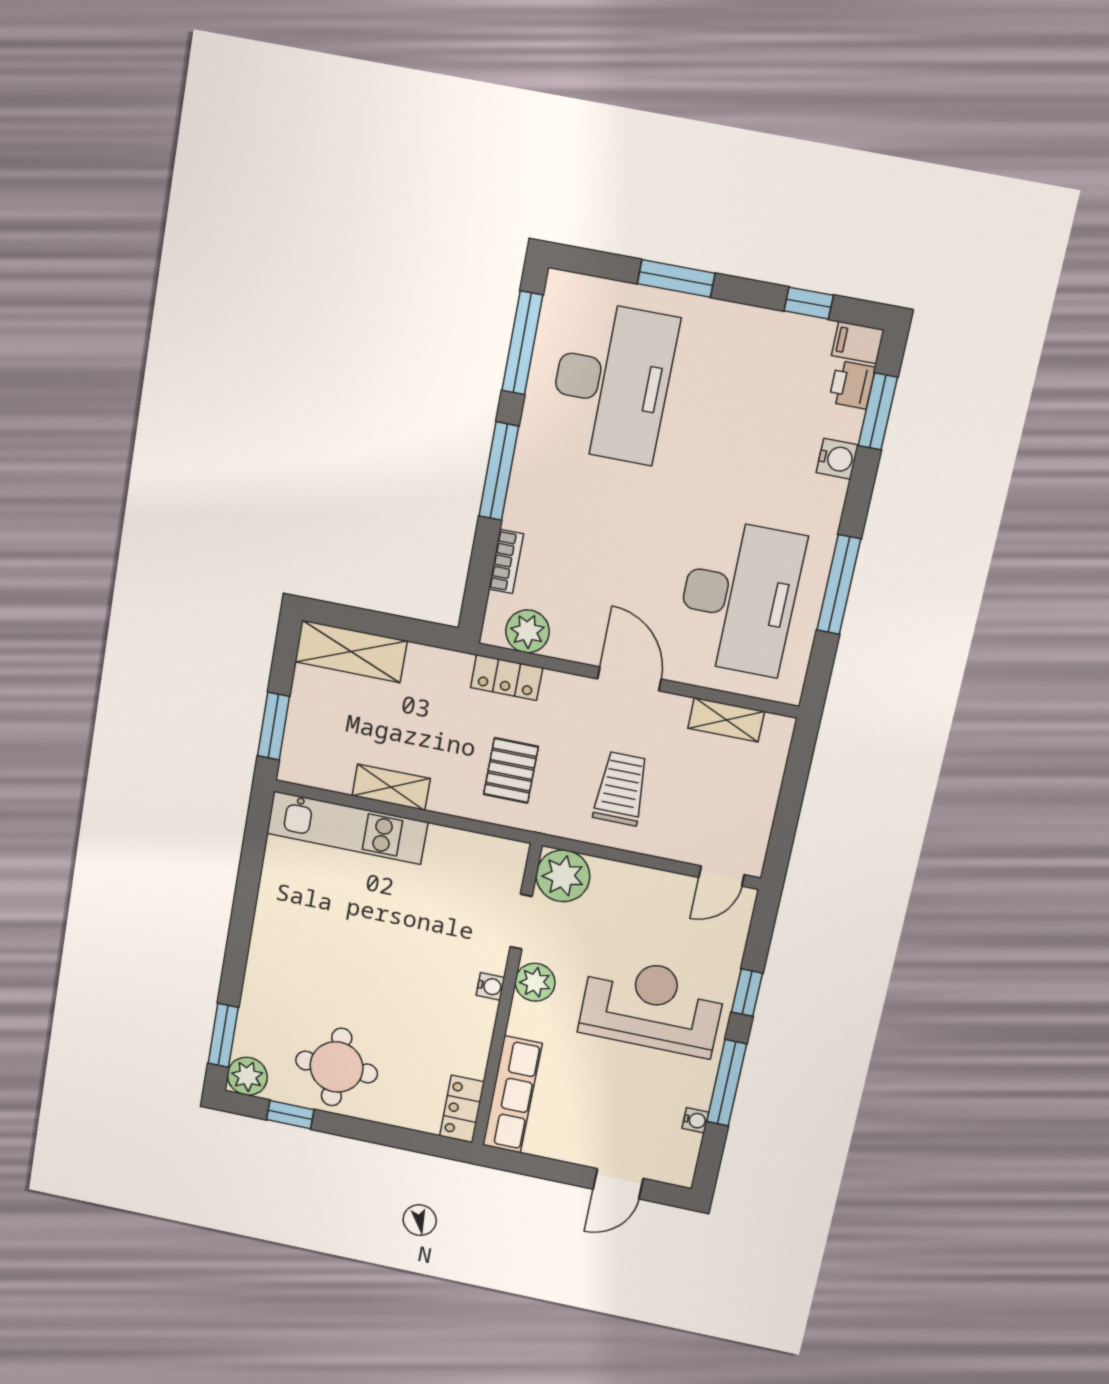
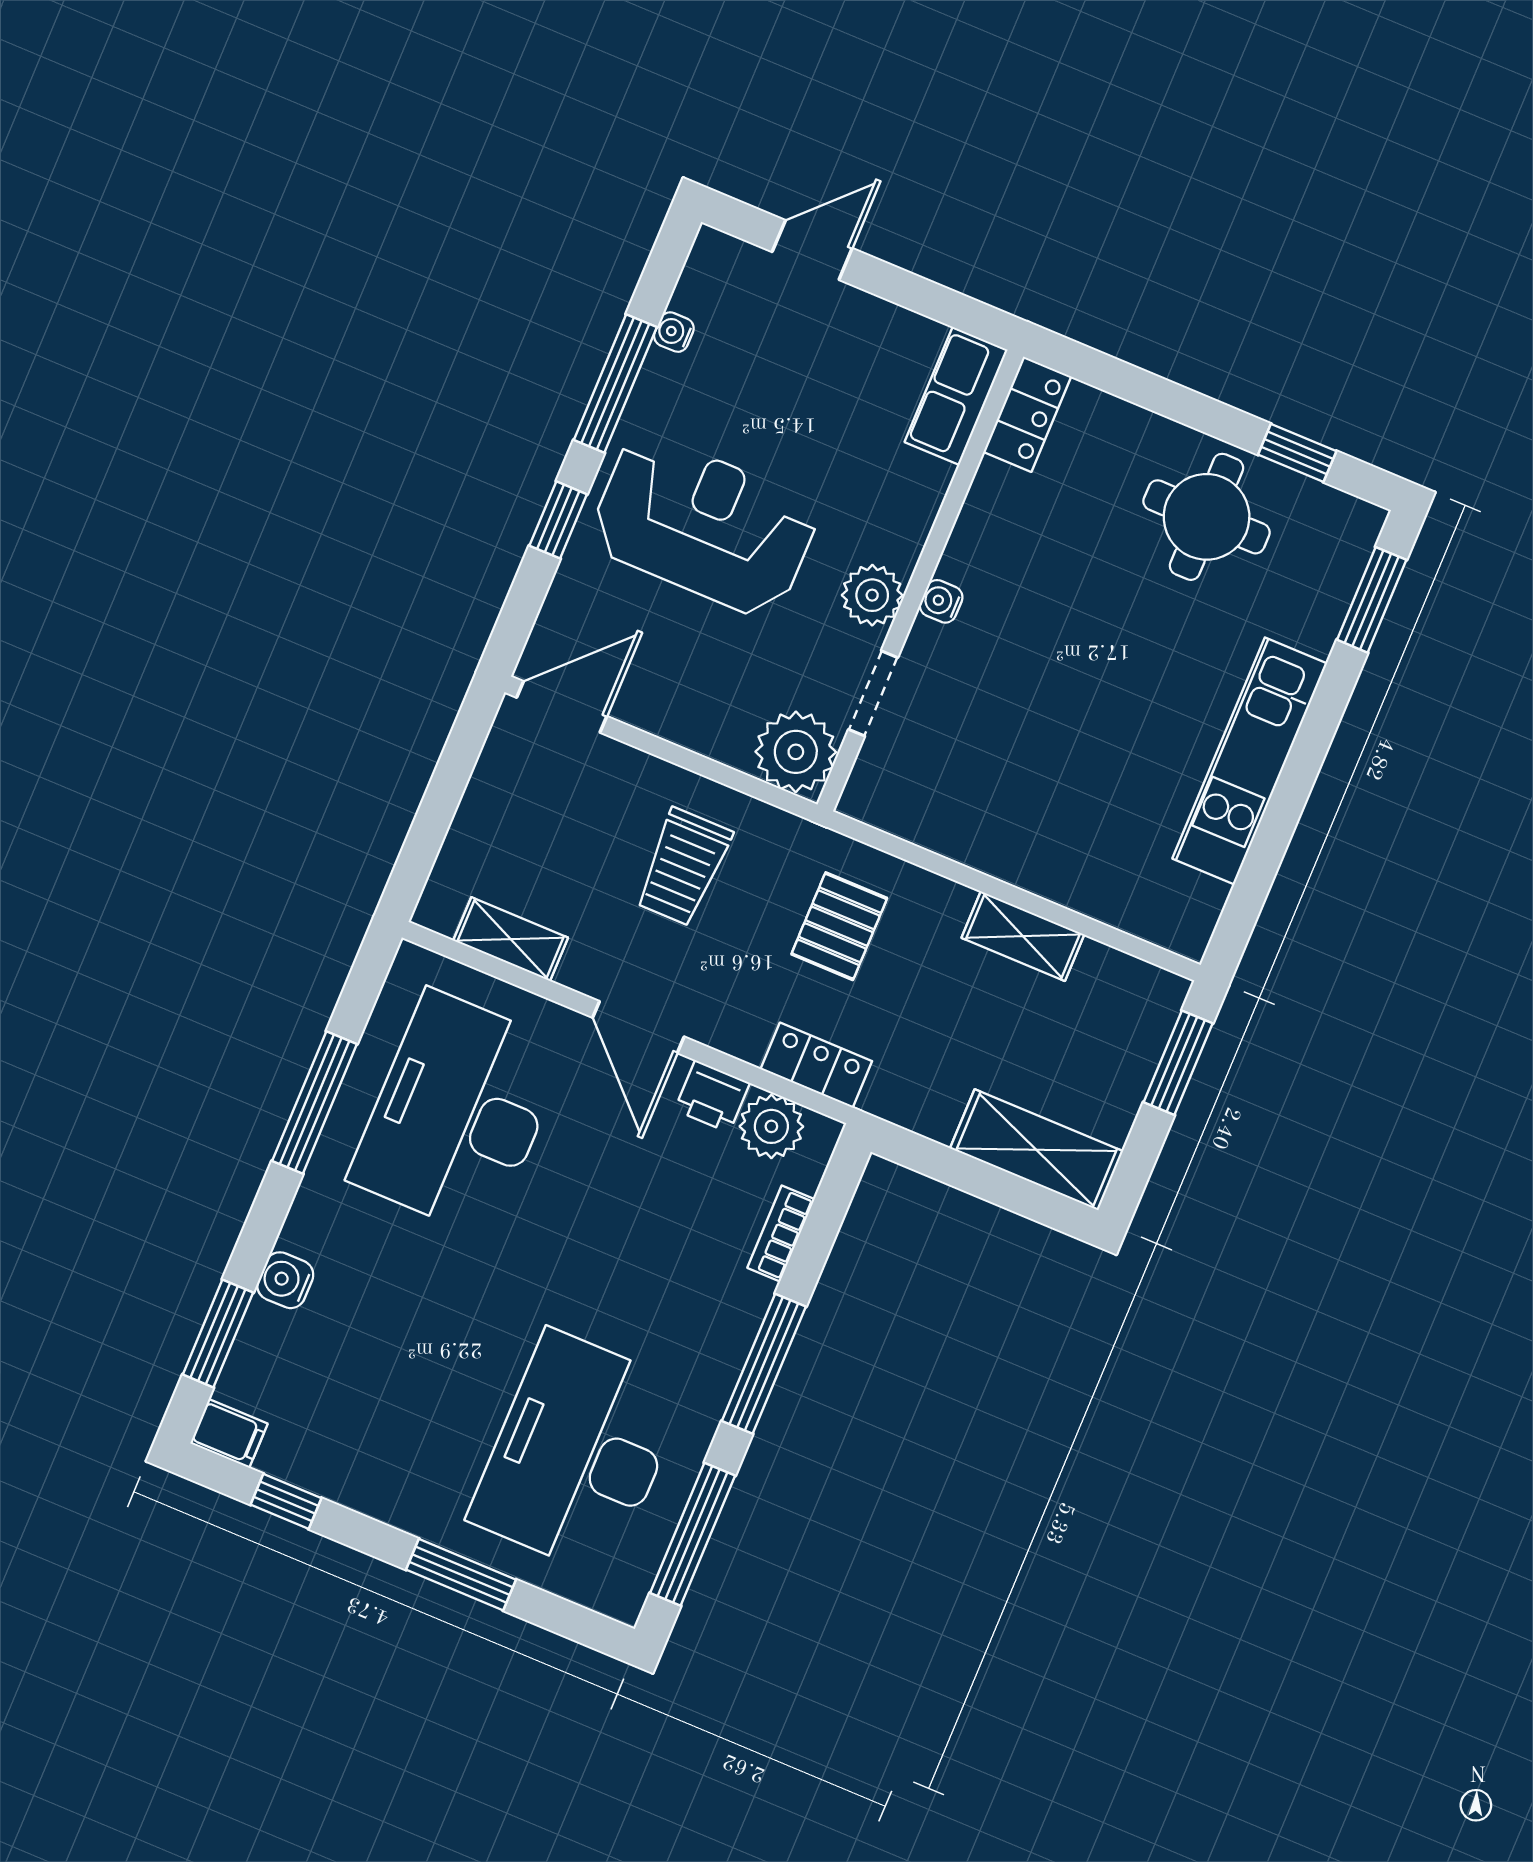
printer: (852, 385) -> (712, 1096), moved, turned 90
kitchen unit: (347, 828) -> (1250, 761), moved, turned -90
door: (722, 876) -> (562, 707), width x1.38
reception desk: (652, 1006) -> (704, 525), turned 180
plant: (247, 1076) -> (1350, 527), removed
row of seats: (512, 1094) -> (956, 396), width x0.68

